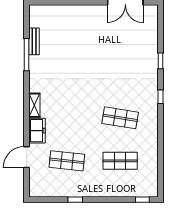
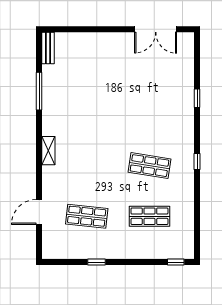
bench: (34, 41) -> (48, 48), moved
window: (161, 97) -> (197, 162), moved
freezer: (37, 131) -> (52, 181), removed

